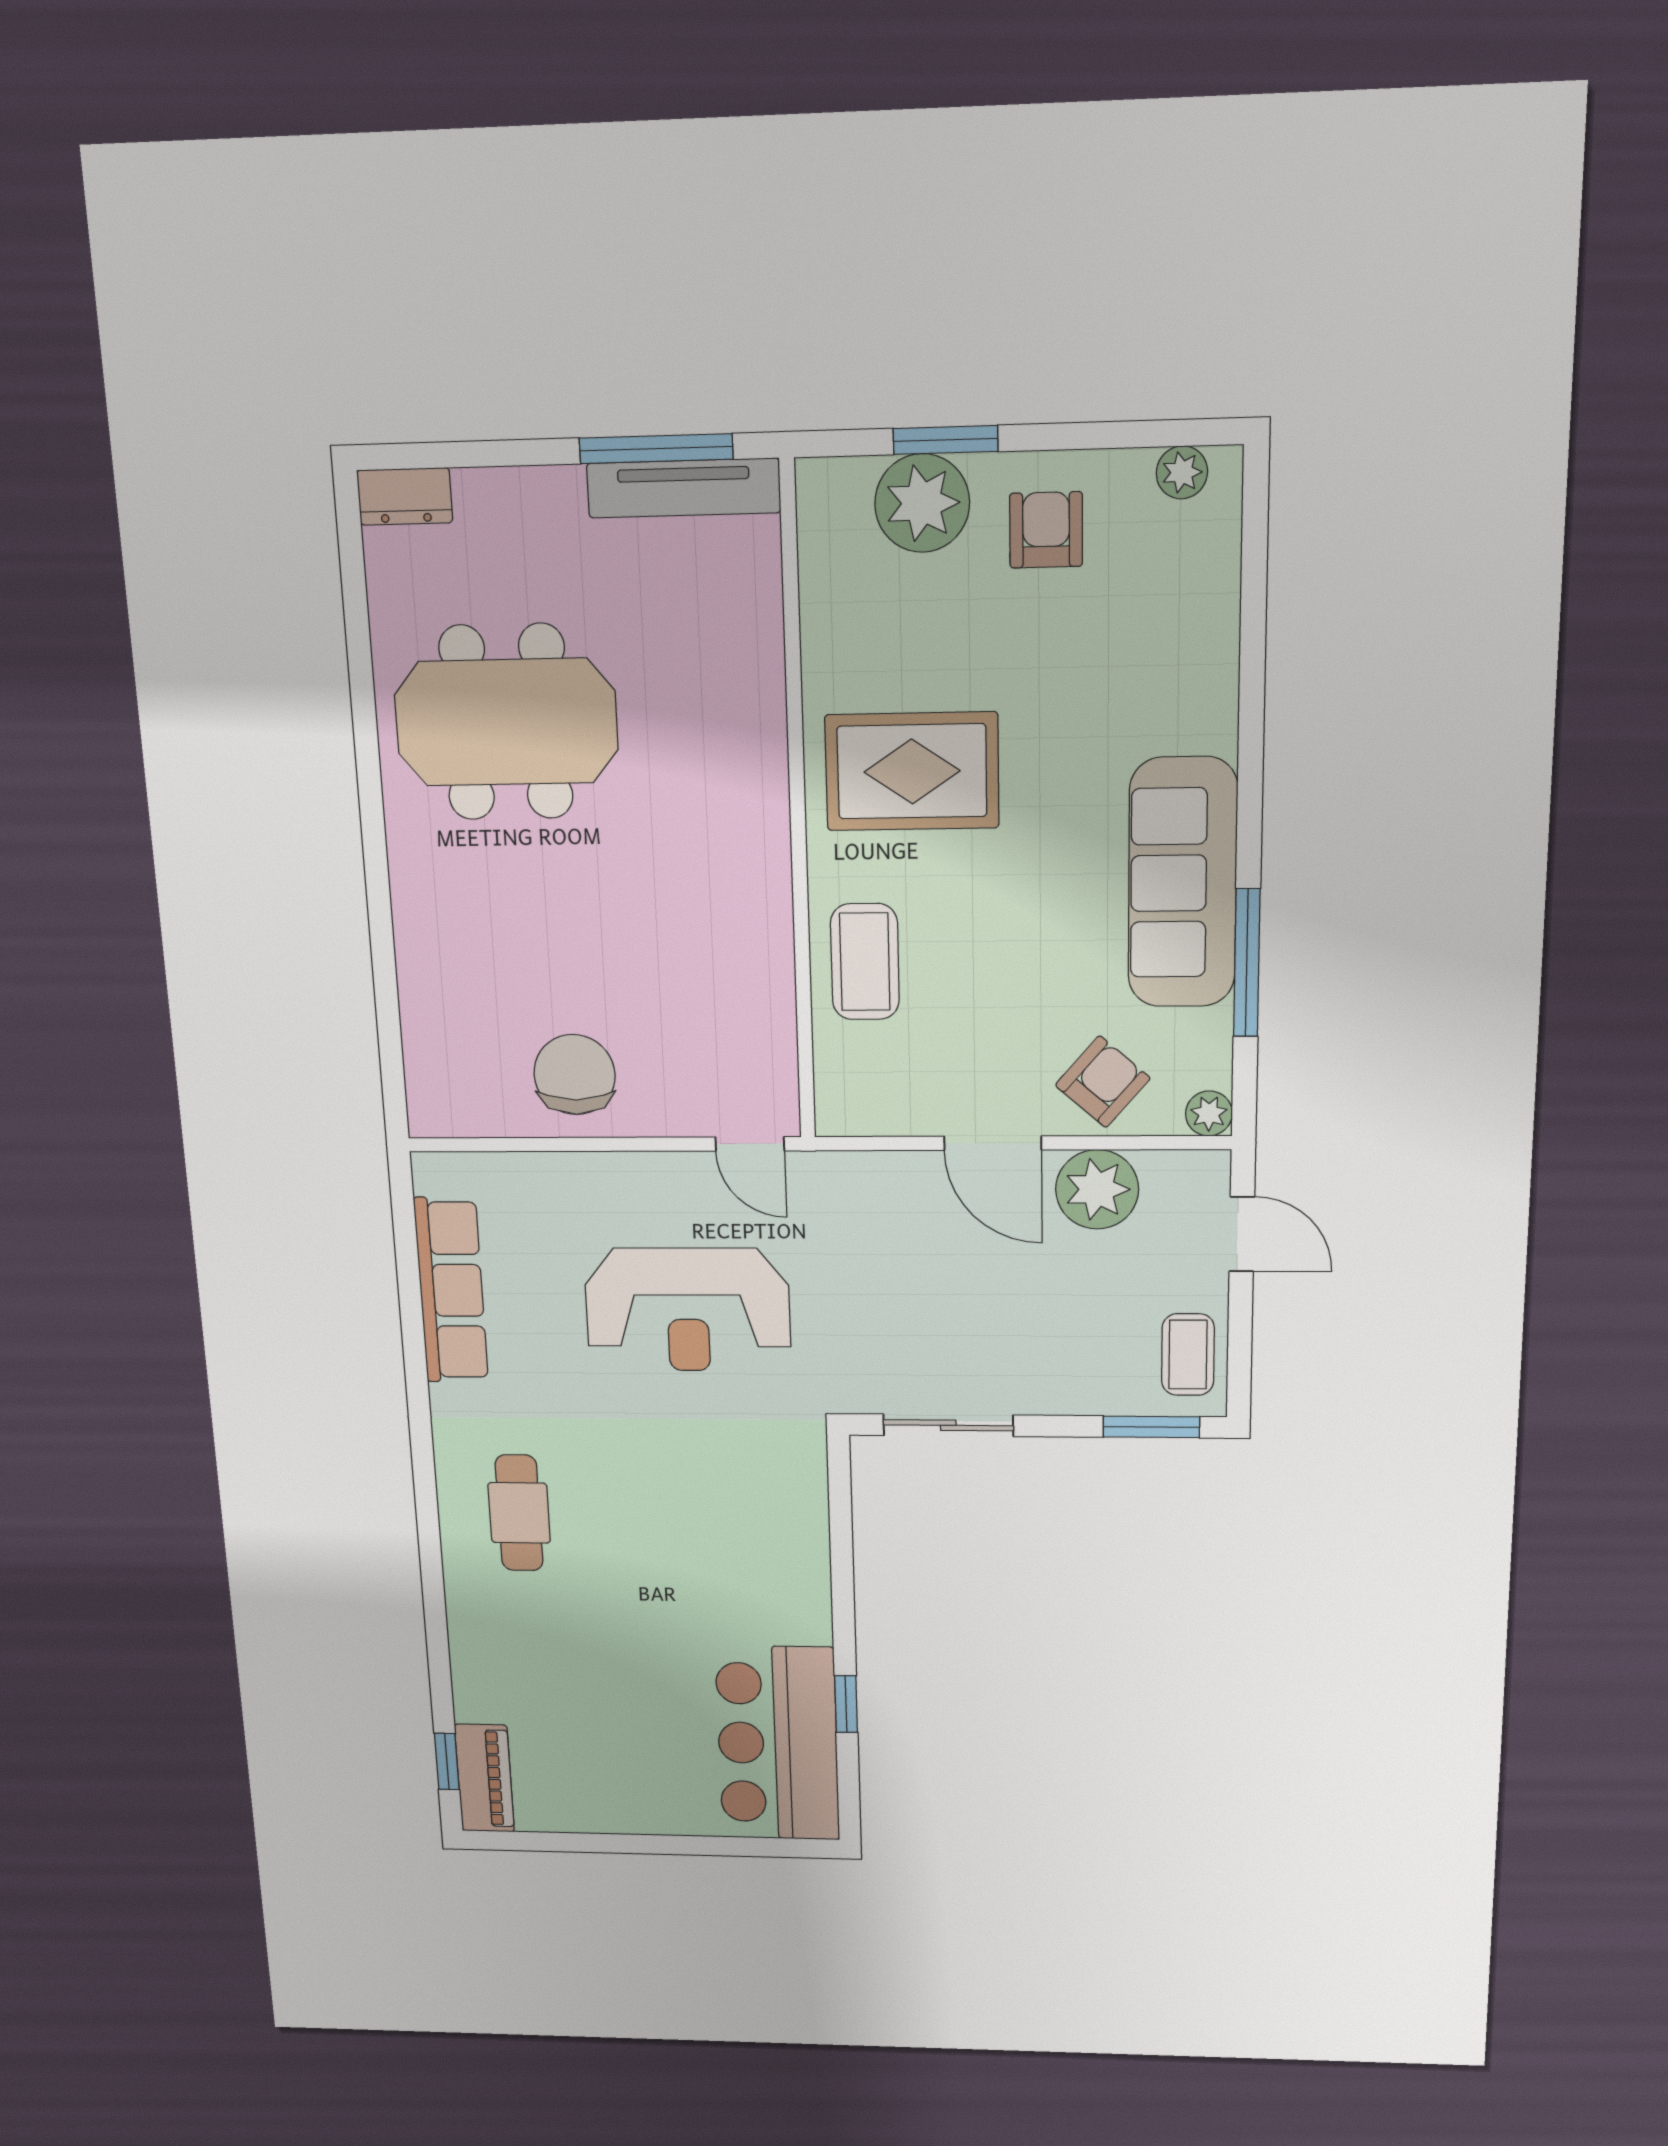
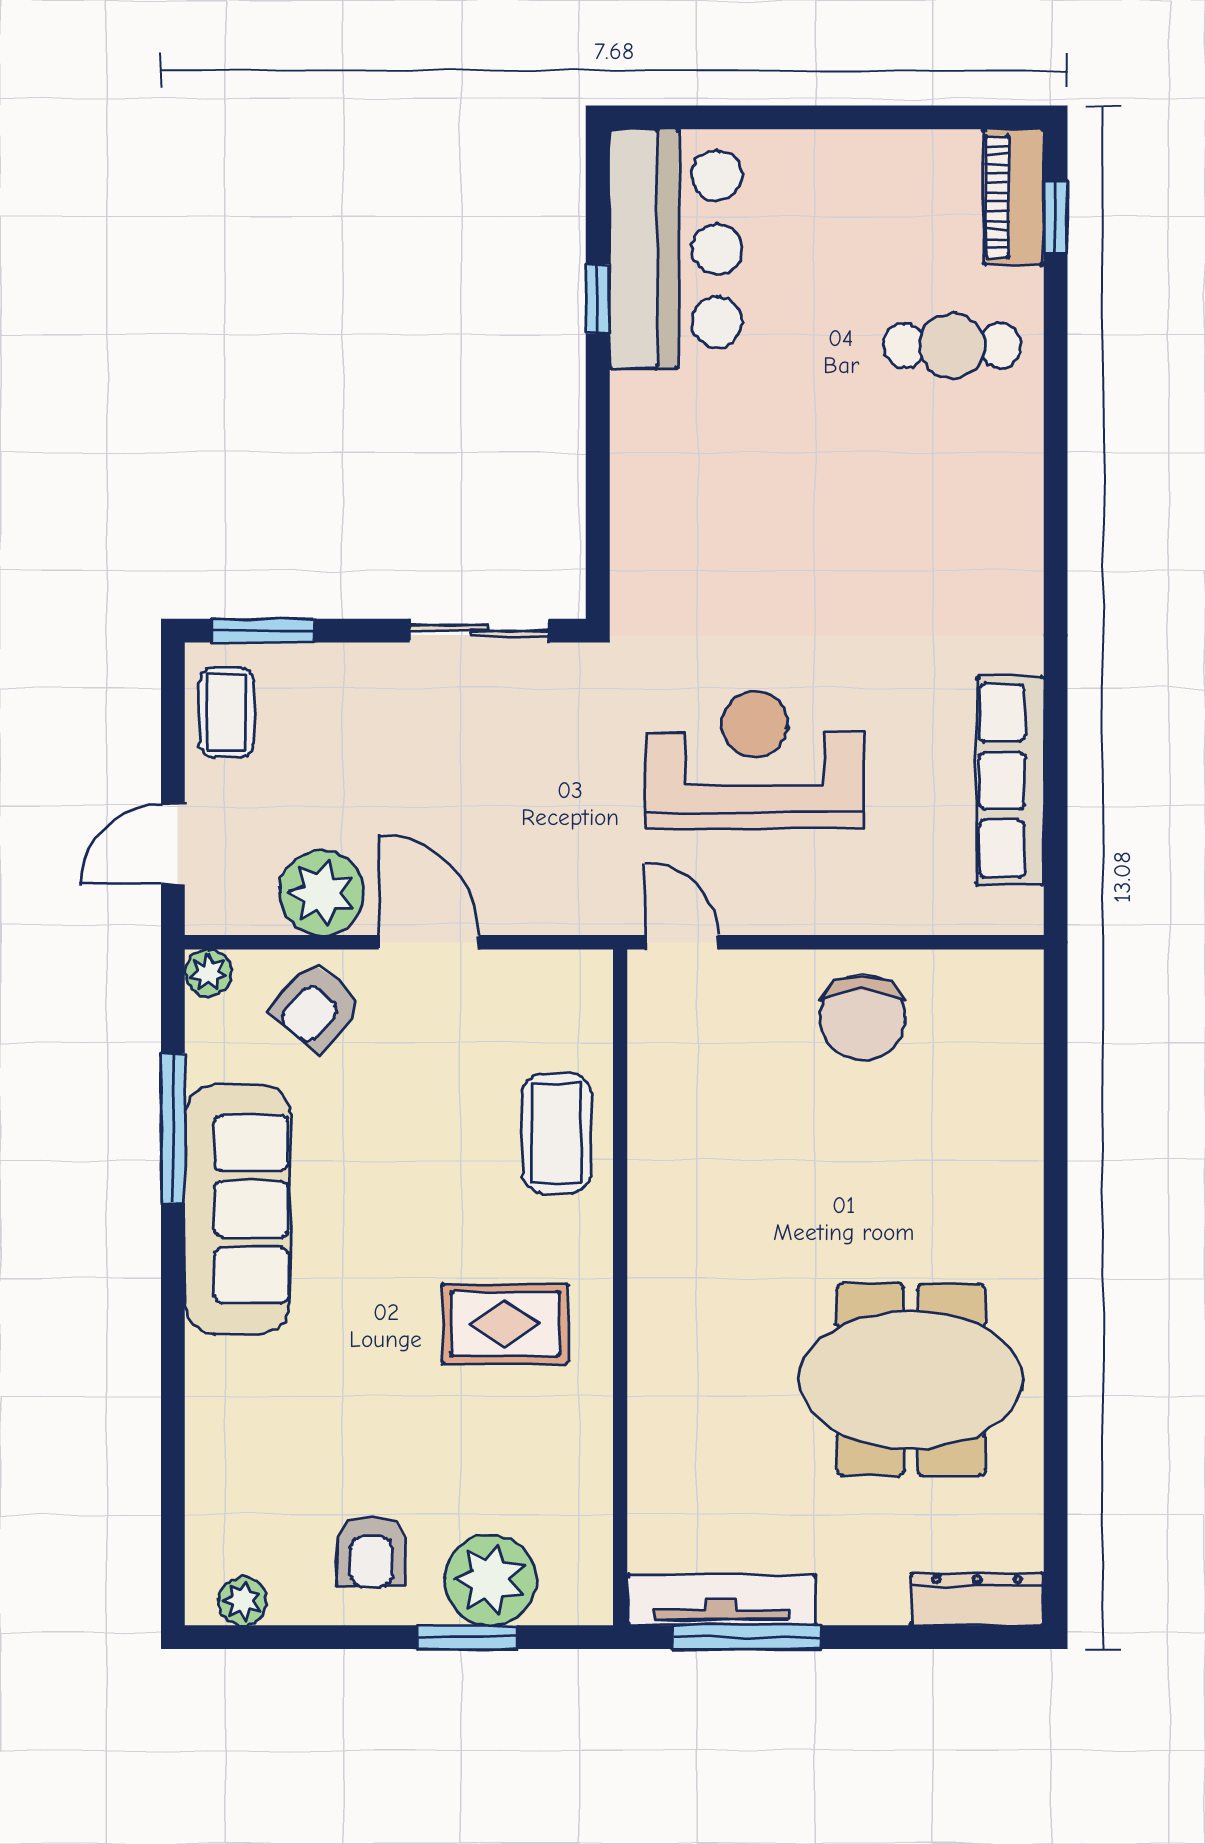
dresser: (405, 497) -> (977, 1599), width x1.44
rug: (912, 771) -> (505, 1324), width x0.73, depth x0.70
door: (1242, 1234) -> (173, 844), hinge flipped
cafe table: (519, 1513) -> (952, 346), moved, turned 90

